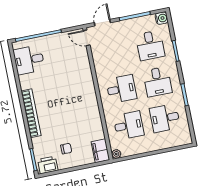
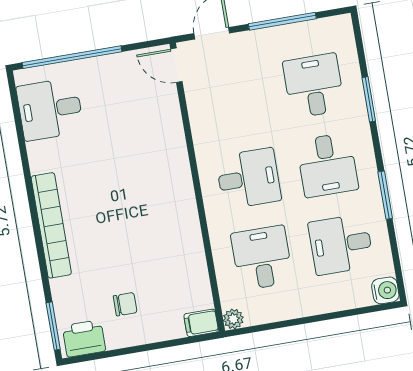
water cooler: (162, 18) -> (385, 290), moved
desk: (150, 45) -> (314, 86), turned 180
desk: (129, 125) -> (262, 258), turned -90
filing cabinet: (100, 151) -> (201, 323), width x0.50

